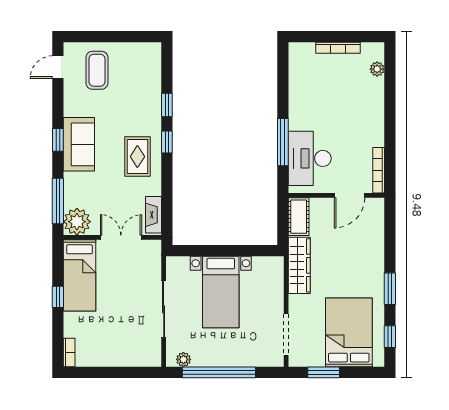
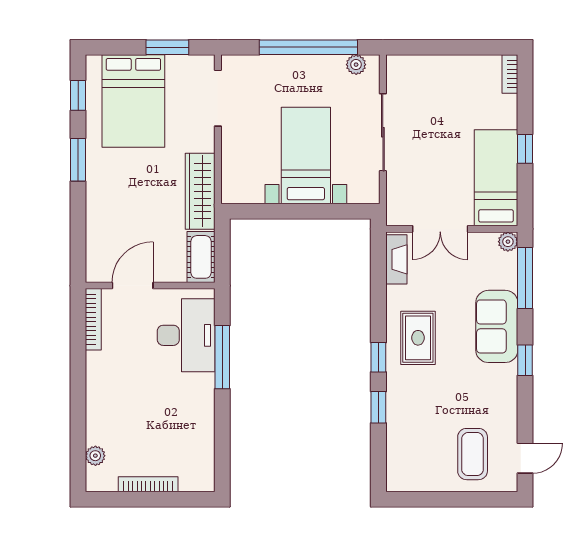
sofa: (79, 144) -> (497, 326), moved
plant: (77, 222) -> (508, 242), width x0.53, depth x0.53

